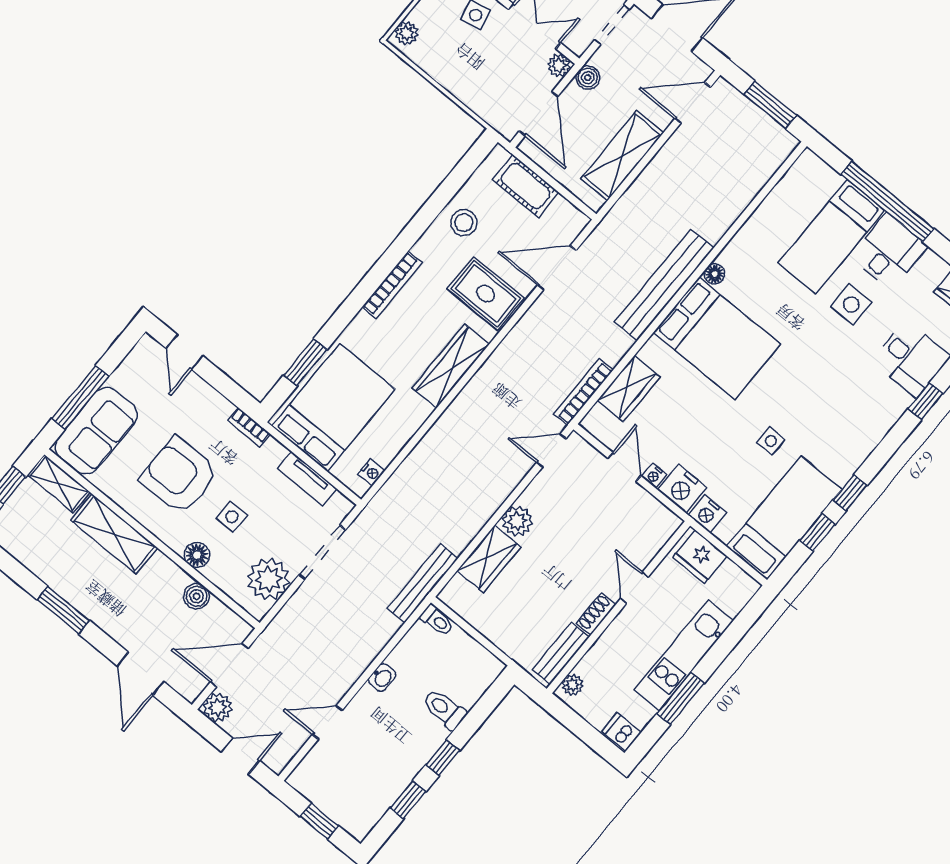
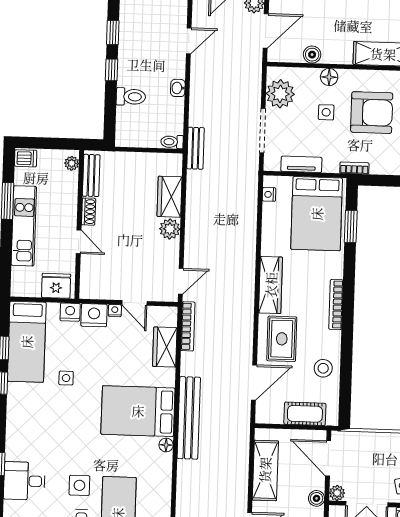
rug: (486, 294) -> (282, 339), turned 90
bench: (423, 583) -> (195, 148), width x0.73

